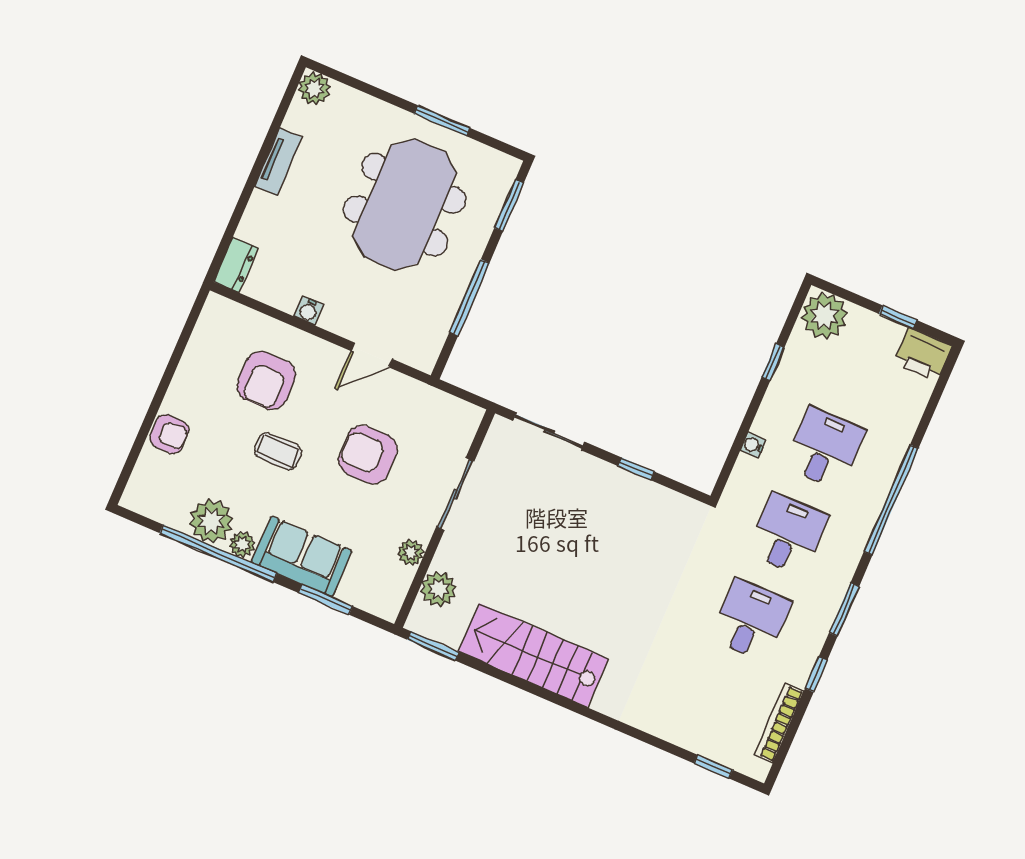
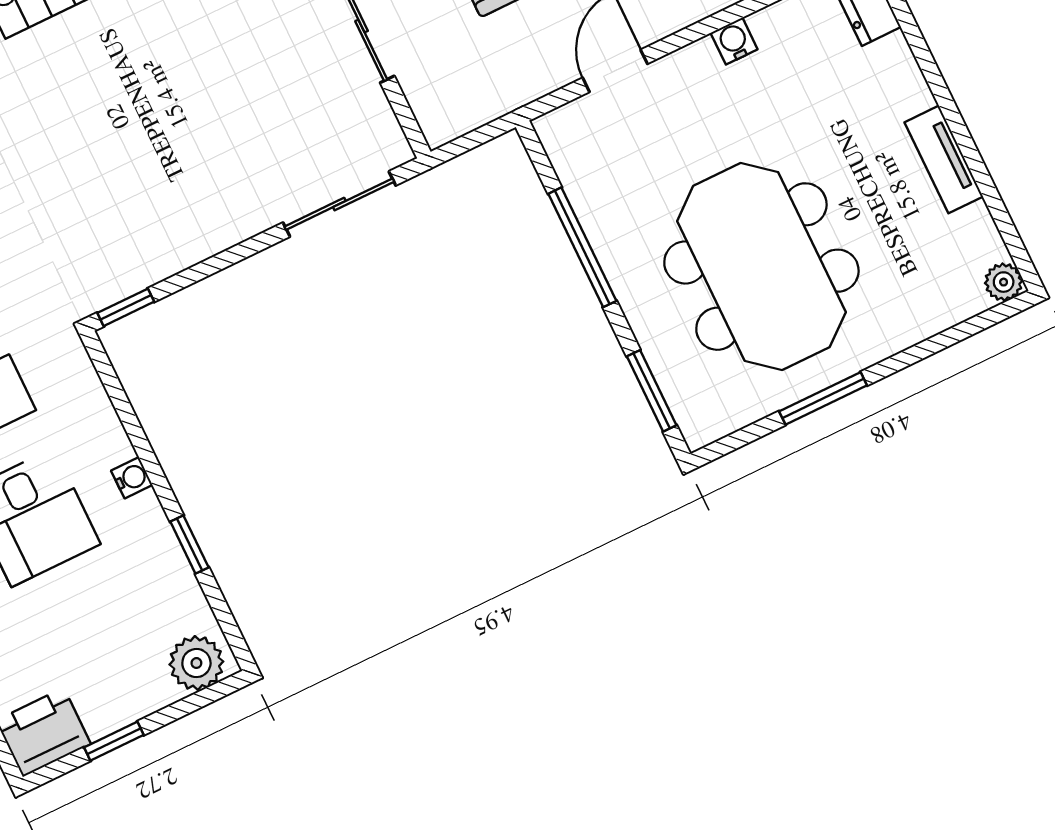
plant: (314, 89) -> (1004, 282), width x0.73, depth x0.73
plant: (824, 316) -> (196, 663), width x0.73, depth x0.73
water cooler: (753, 445) -> (132, 478), moved
window: (636, 469) -> (126, 307), moved

